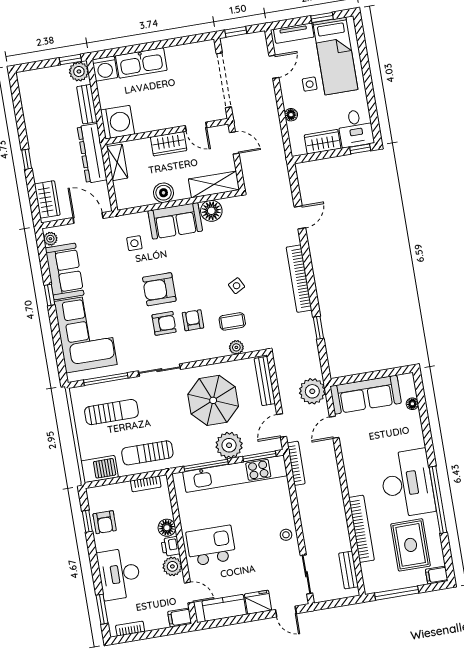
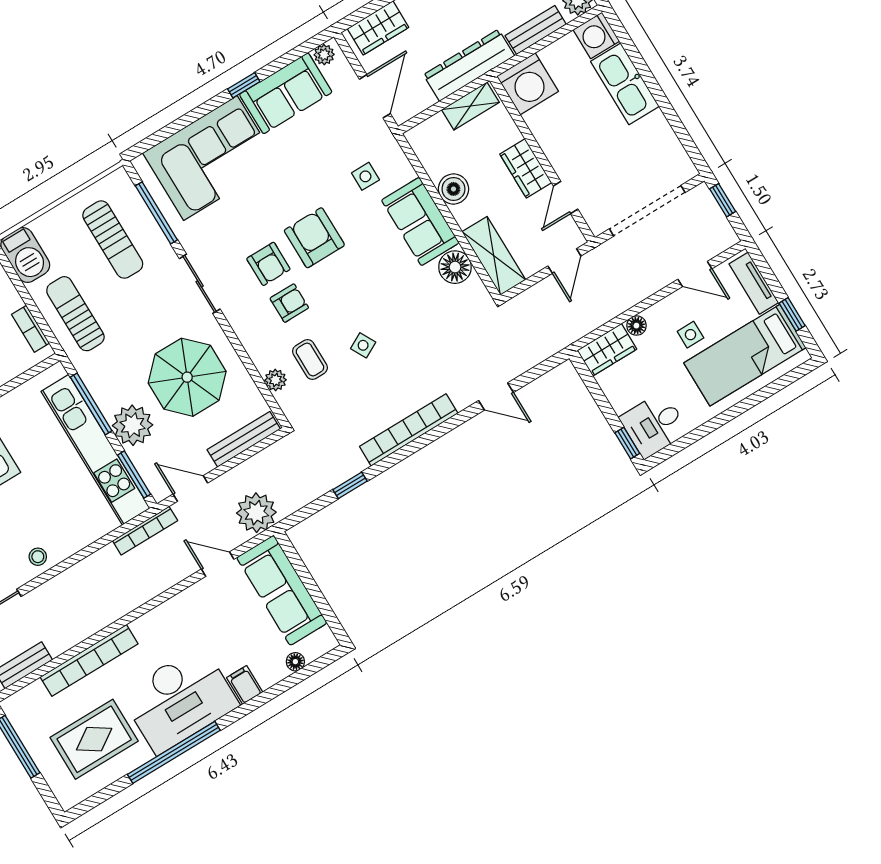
wardrobe: (323, 142) -> (607, 350), moved, turned 90
filing cabinet: (437, 575) -> (245, 685), moved

